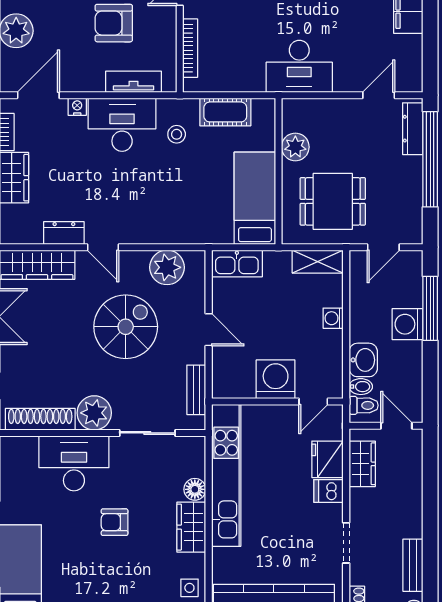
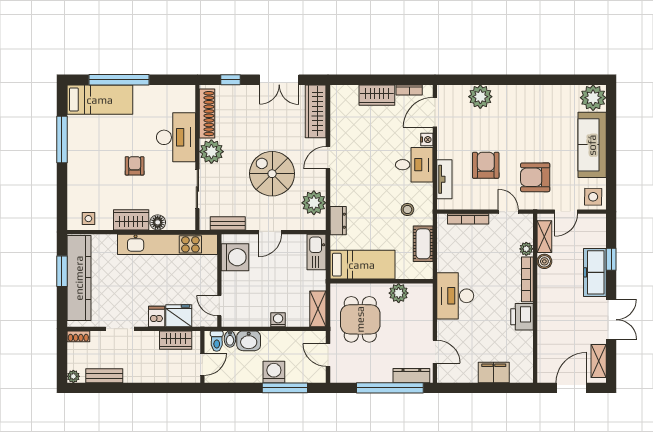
door: (38, 95) -> (435, 112), swing flipped
desk: (122, 125) -> (414, 165), width x0.73
dresser: (64, 233) -> (338, 221), moved
spiral stairs: (126, 327) -> (272, 174), turned 180
washing machine: (276, 379) -> (235, 257), moved

